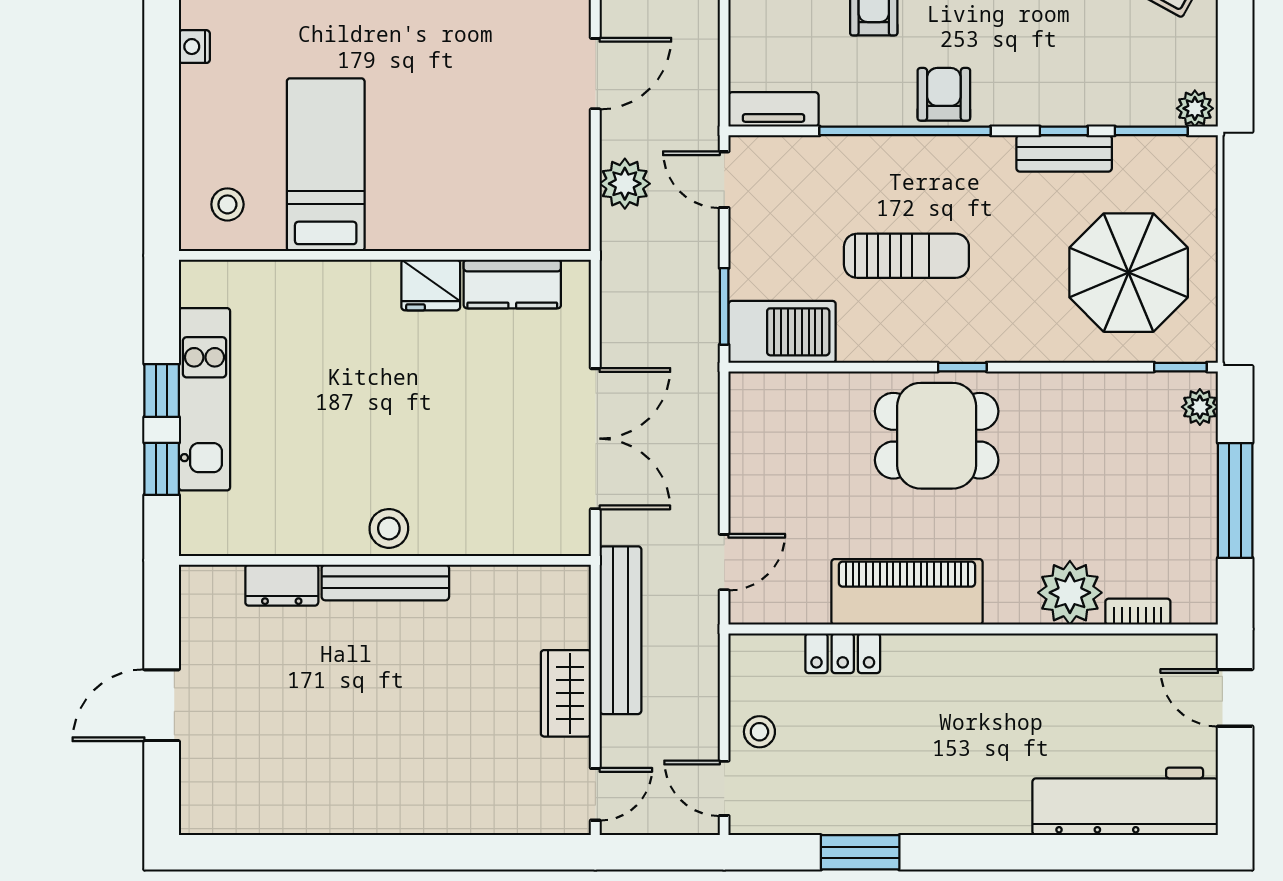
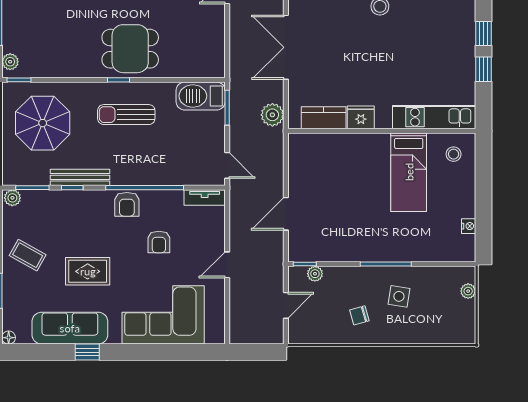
bench: (1064, 153) -> (80, 177), width x1.36
plant: (625, 184) -> (272, 115), moved
sun lounger: (906, 256) -> (126, 115), moved
kitchen unit: (204, 399) -> (434, 117), moved, turned 90

